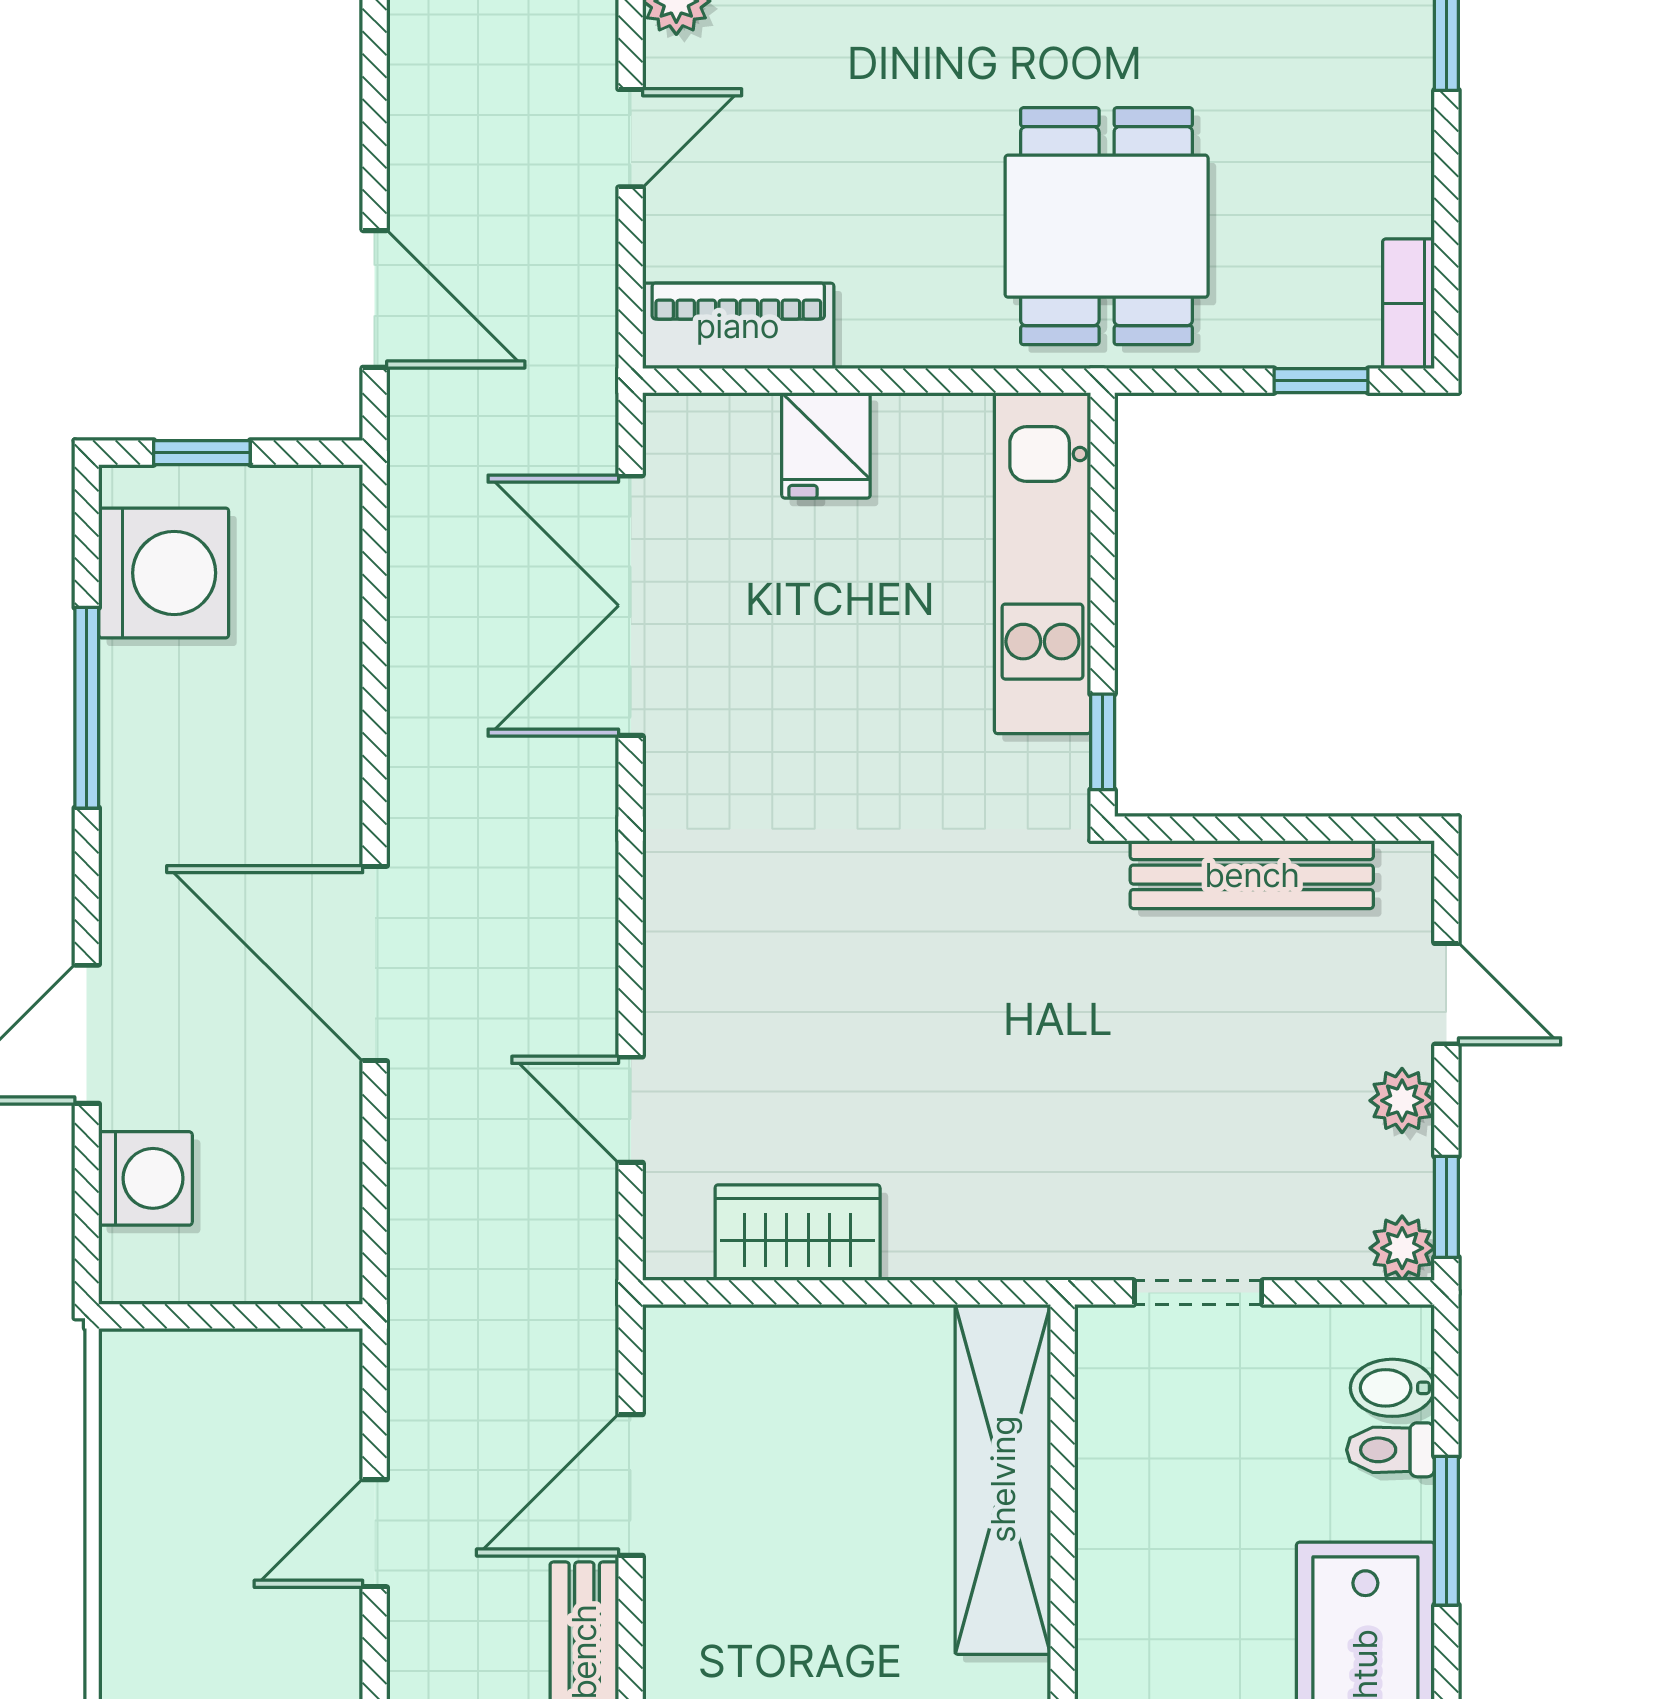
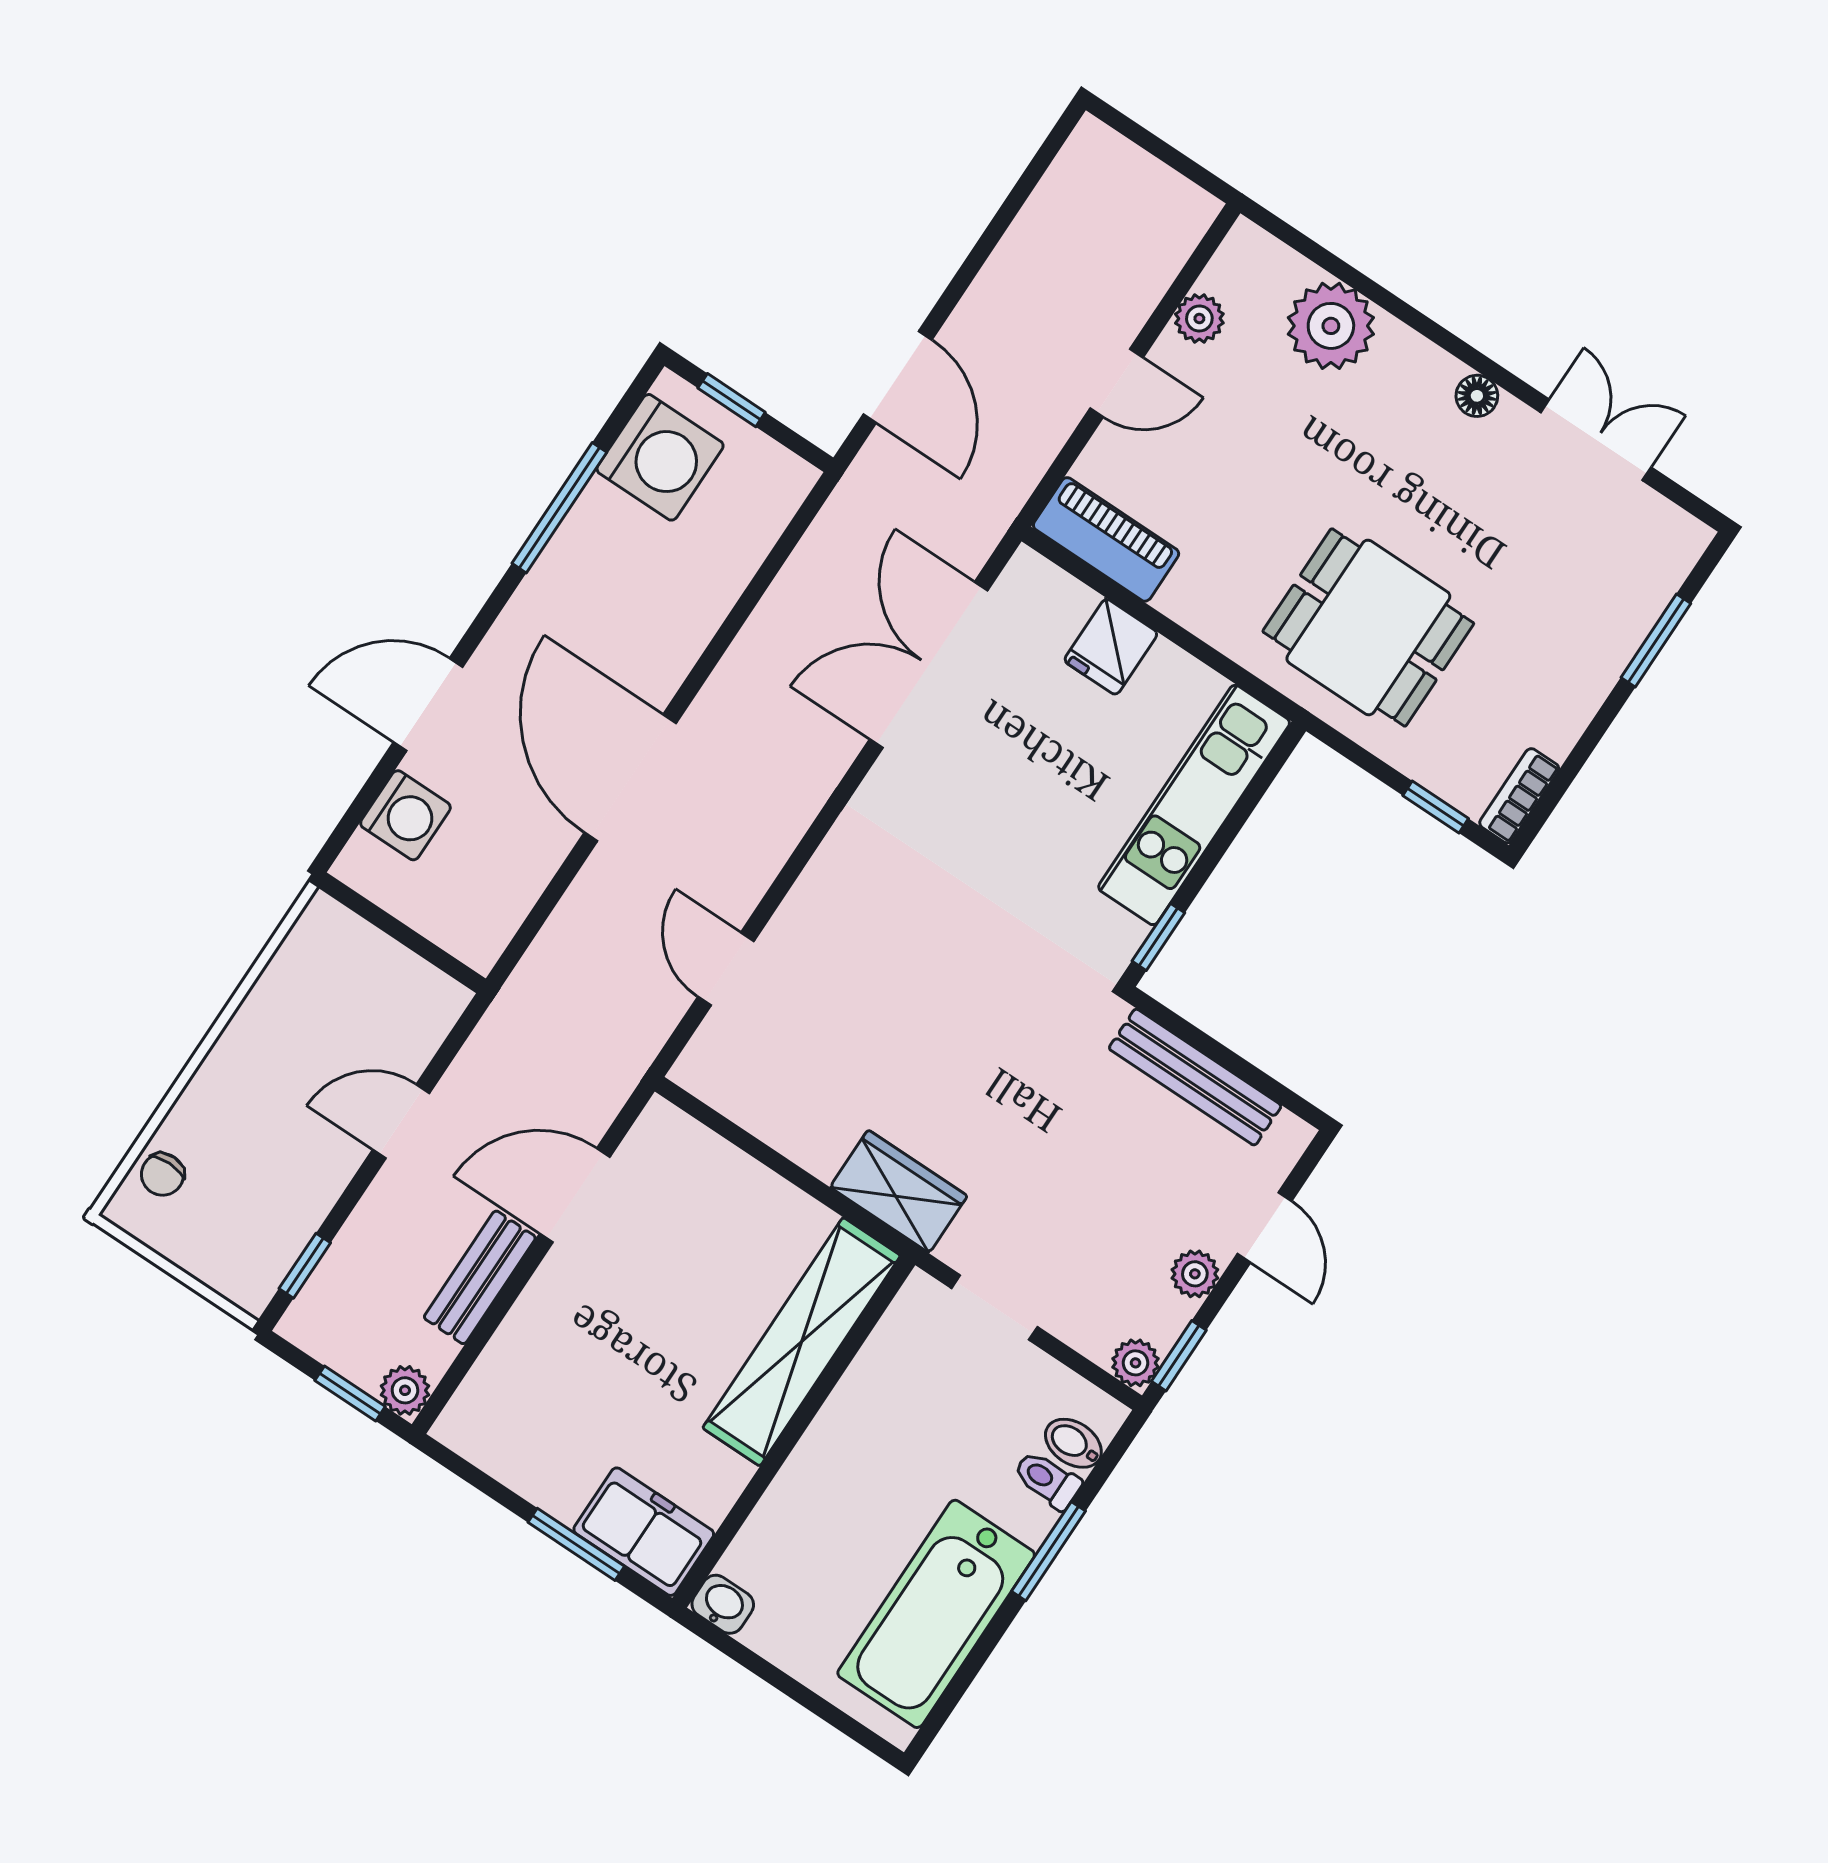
dining table: (1107, 226) -> (1368, 627), turned 90
wardrobe: (798, 1233) -> (899, 1191), moved

